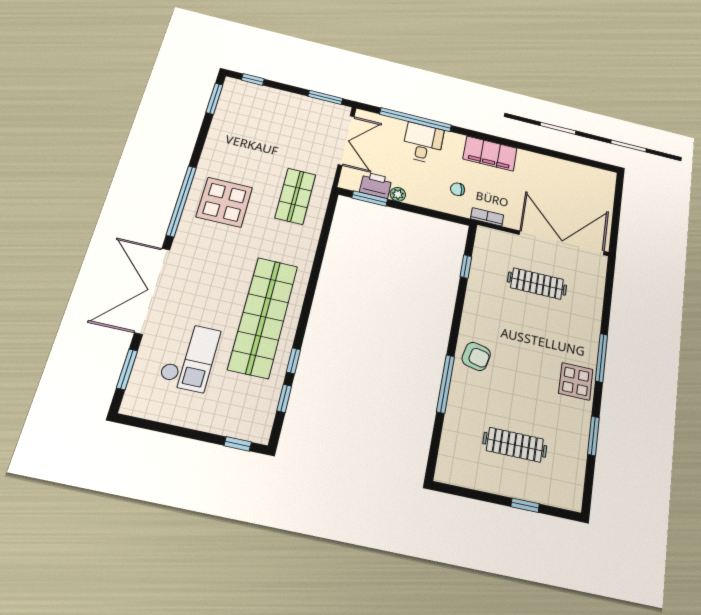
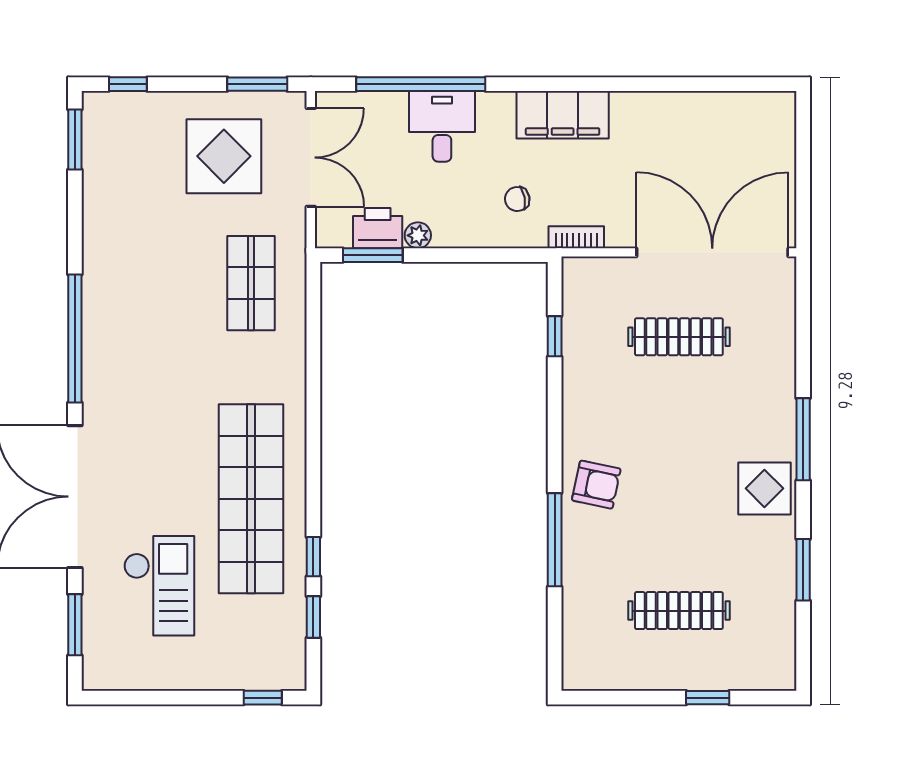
display table: (224, 202) -> (224, 156), moved

